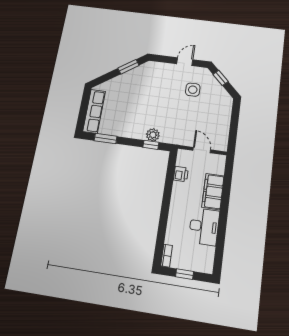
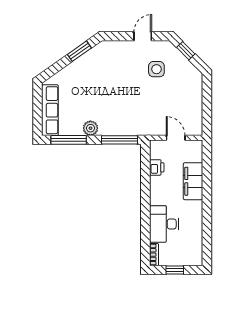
plant: (153, 135) -> (90, 128), moved
window: (106, 139) -> (69, 140), width x1.44
window: (151, 145) -> (119, 140), width x2.17
desk: (204, 226) -> (164, 224), moved, turned 180

